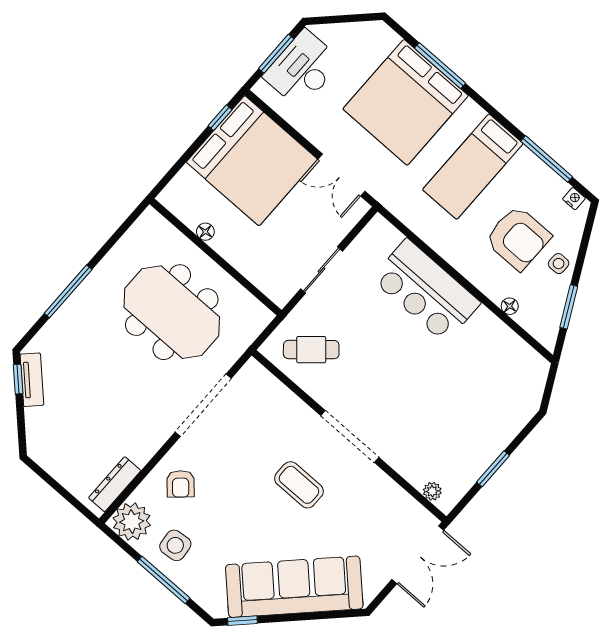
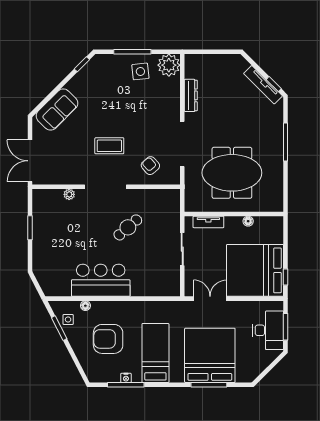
nightstand: (574, 199) -> (126, 378), moved
side table: (559, 264) -> (68, 320), moved
tv unit: (257, 275) -> (208, 222), added
bar counter: (426, 291) -> (101, 280), moved
cafe table: (311, 350) -> (128, 227), moved
tv unit: (32, 380) -> (263, 85), width x1.41
dresser: (115, 484) -> (191, 95), moved
armchair: (181, 484) -> (150, 166), moved
plant: (432, 491) -> (69, 194), moved
sofa: (294, 587) -> (57, 110), width x0.54, depth x0.79

